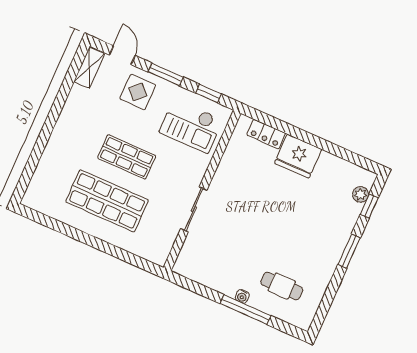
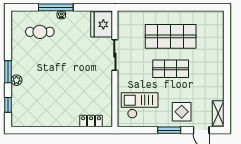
window: (208, 93) -> (138, 130), removed
fridge: (298, 156) -> (102, 24), moved, turned -90
plant: (361, 194) -> (16, 80), moved

